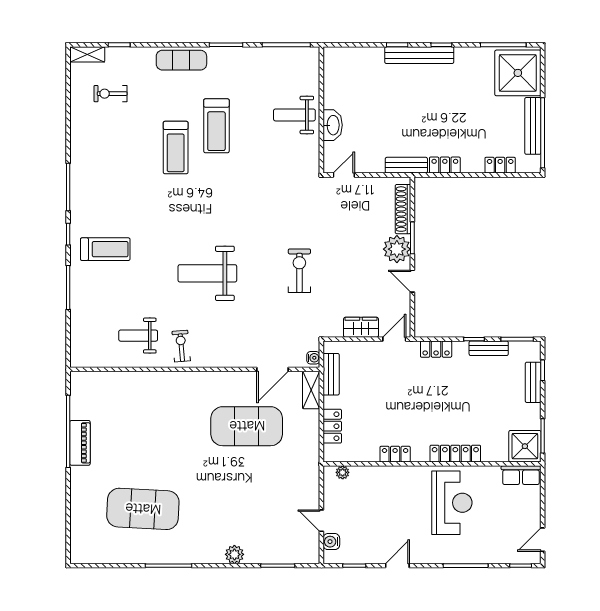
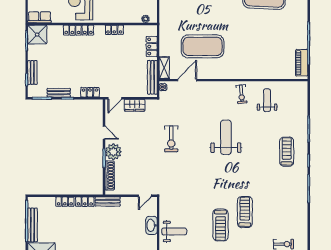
treadmill: (216, 126) -> (221, 225), turned 180
locker: (500, 165) -> (65, 202), moved
treadmill: (105, 249) -> (287, 152), turned 90
weight bench: (207, 273) -> (226, 137), turned -90
weight bench: (138, 336) -> (267, 100), turned -90
bench: (331, 374) -> (152, 77), width x1.36
piano: (80, 443) -> (302, 63), moved

